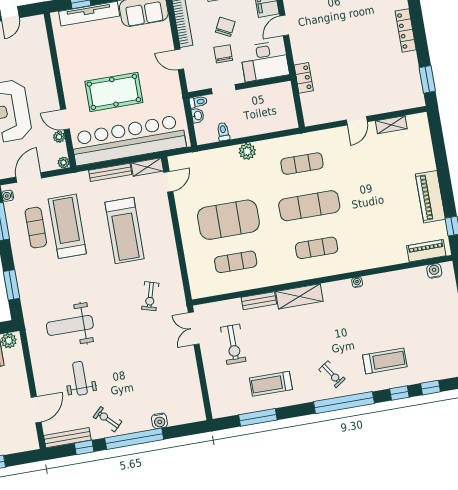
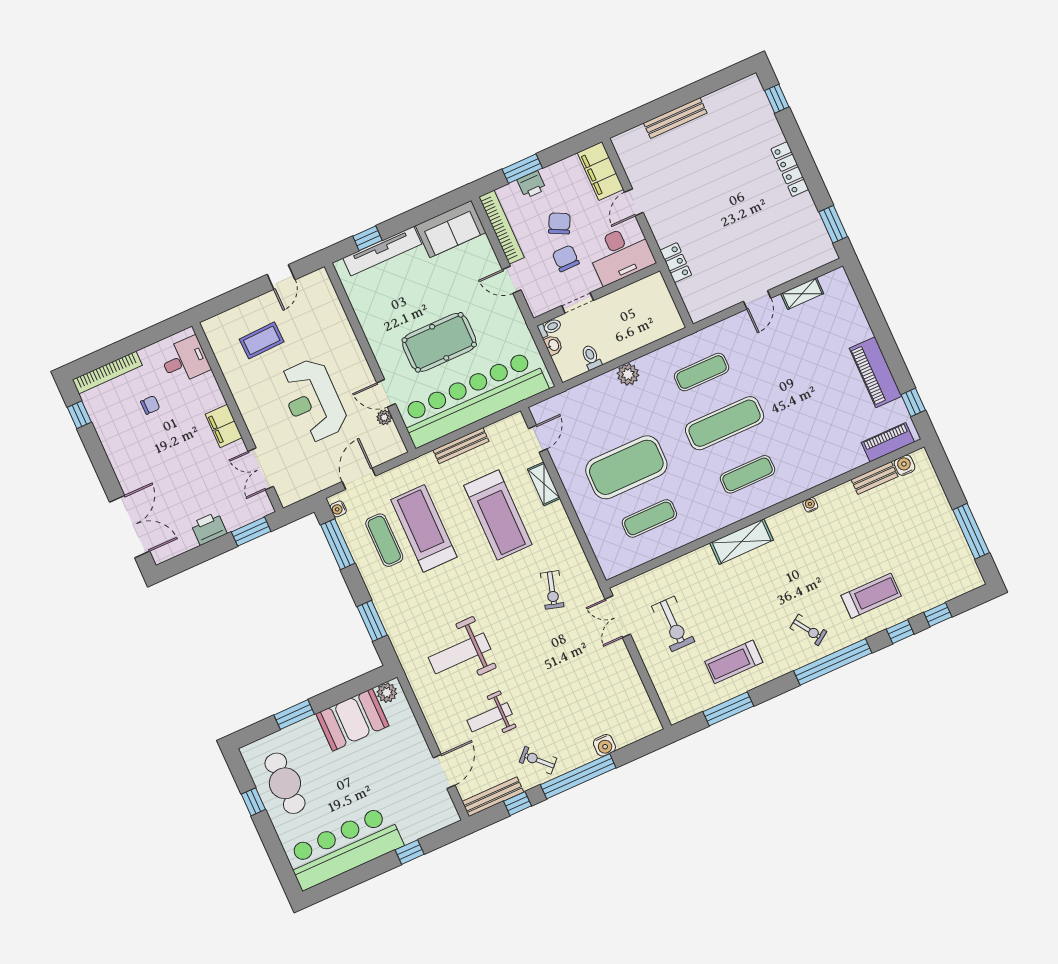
plant: (64, 163) -> (398, 449), removed
shelving: (147, 167) -> (544, 484), moved, turned 90
bench: (259, 301) -> (874, 478), moved
weight bench: (80, 378) -> (490, 717), turned -90

